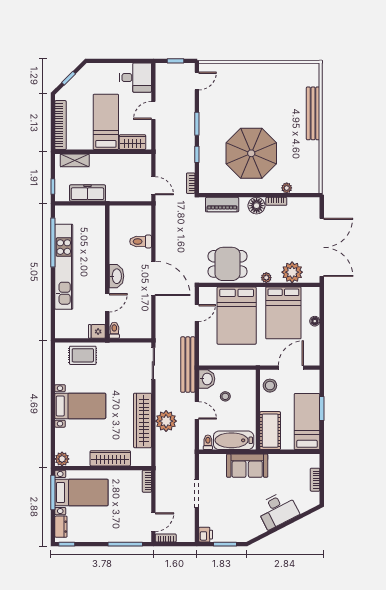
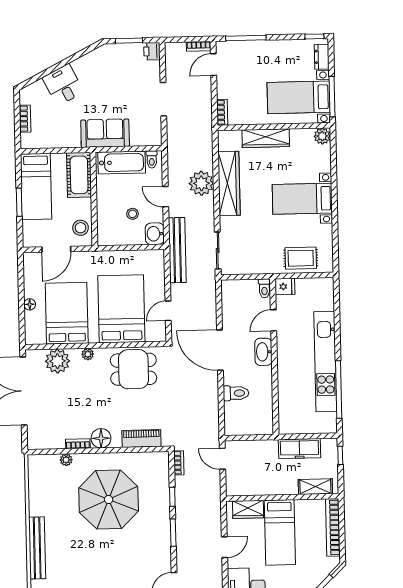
desk: (278, 510) -> (63, 85), width x0.73

